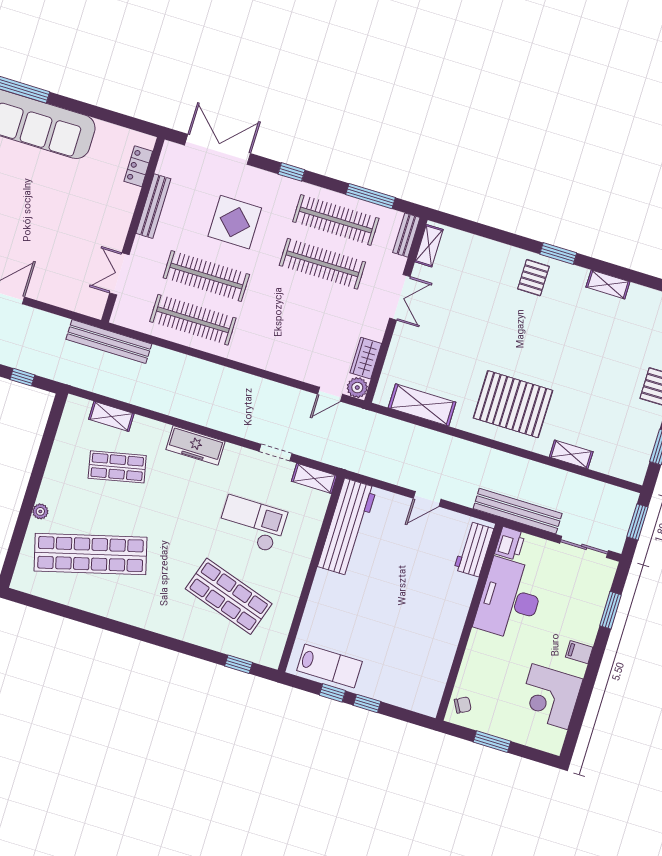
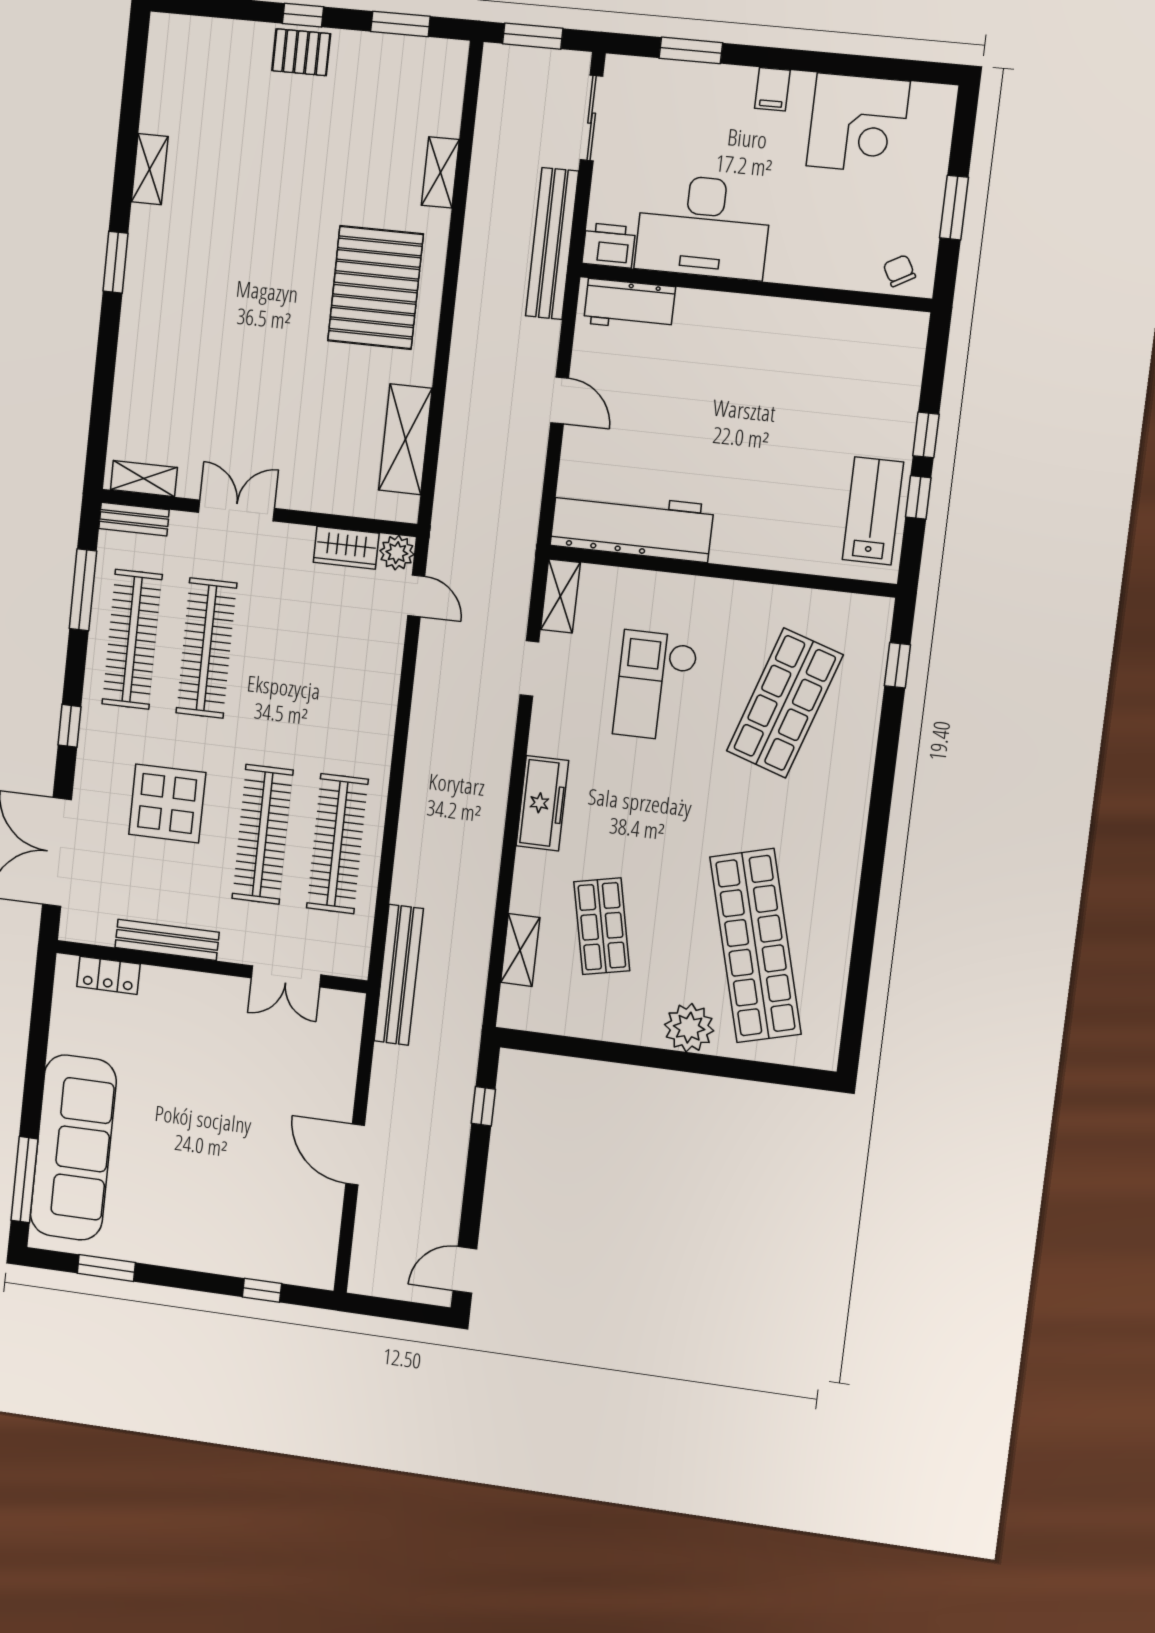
pallet: (533, 278) -> (162, 295), removed
plant: (40, 511) -> (689, 1028), width x1.88, depth x1.88

